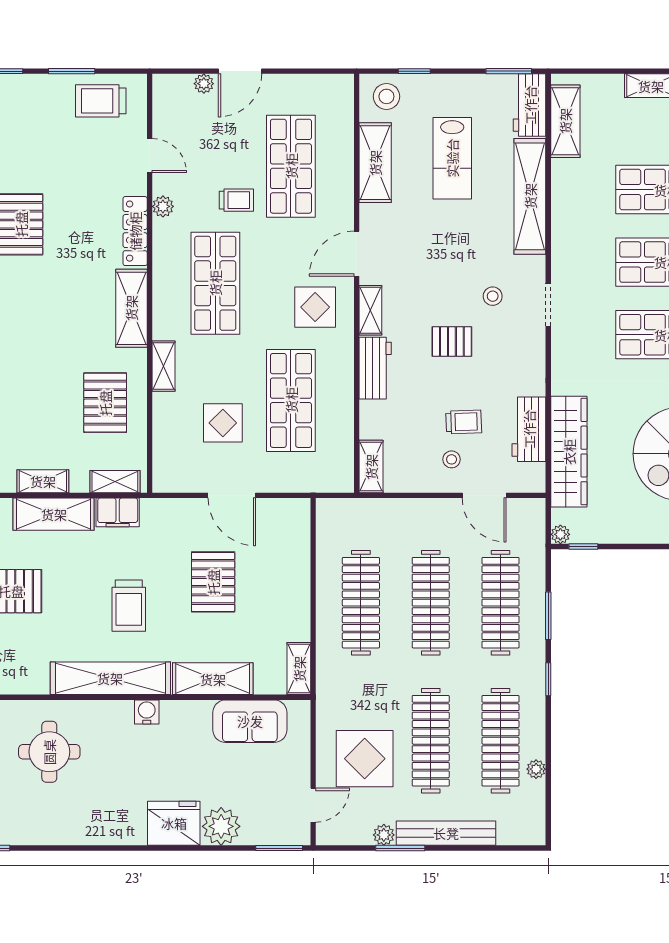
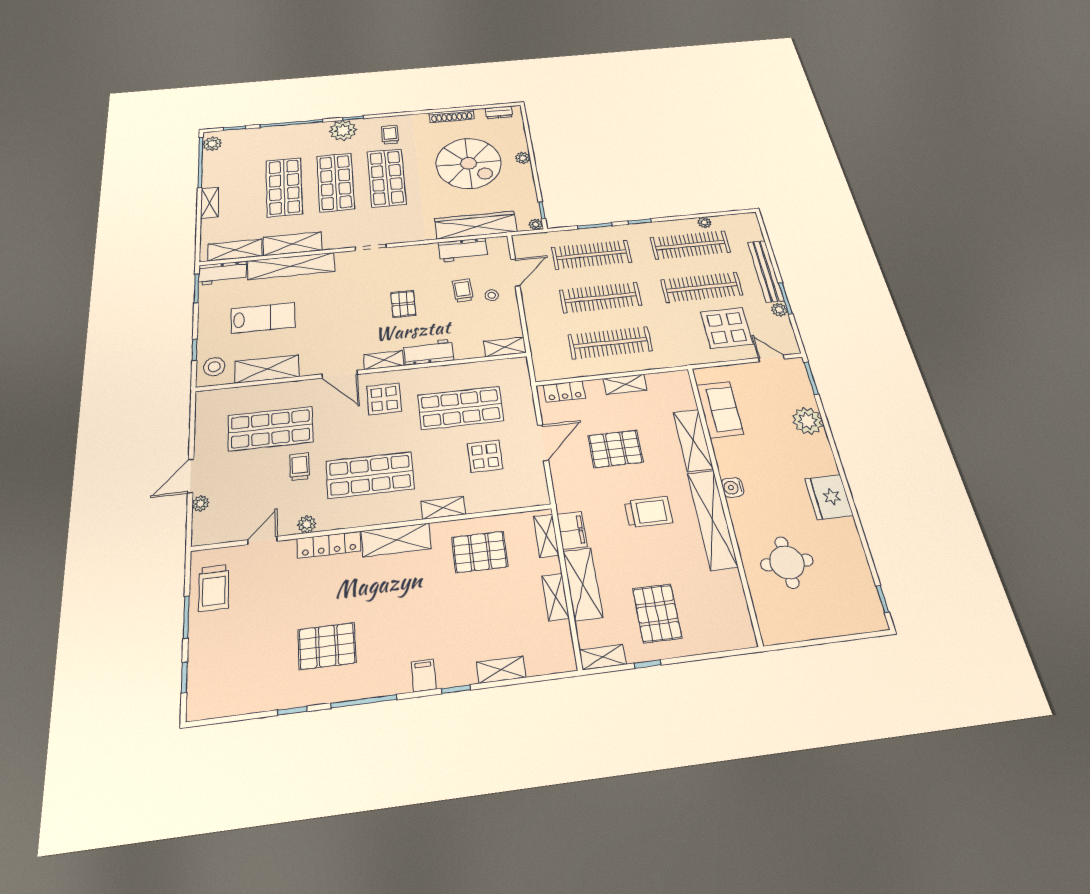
door: (240, 71) -> (191, 476), swing flipped
shelving: (567, 199) -> (293, 244), added
stool: (493, 296) -> (367, 282), removed
locker: (298, 532) -> (564, 392), added
shelving: (299, 669) -> (625, 384), moved
fridge: (174, 823) -> (829, 497), moved

